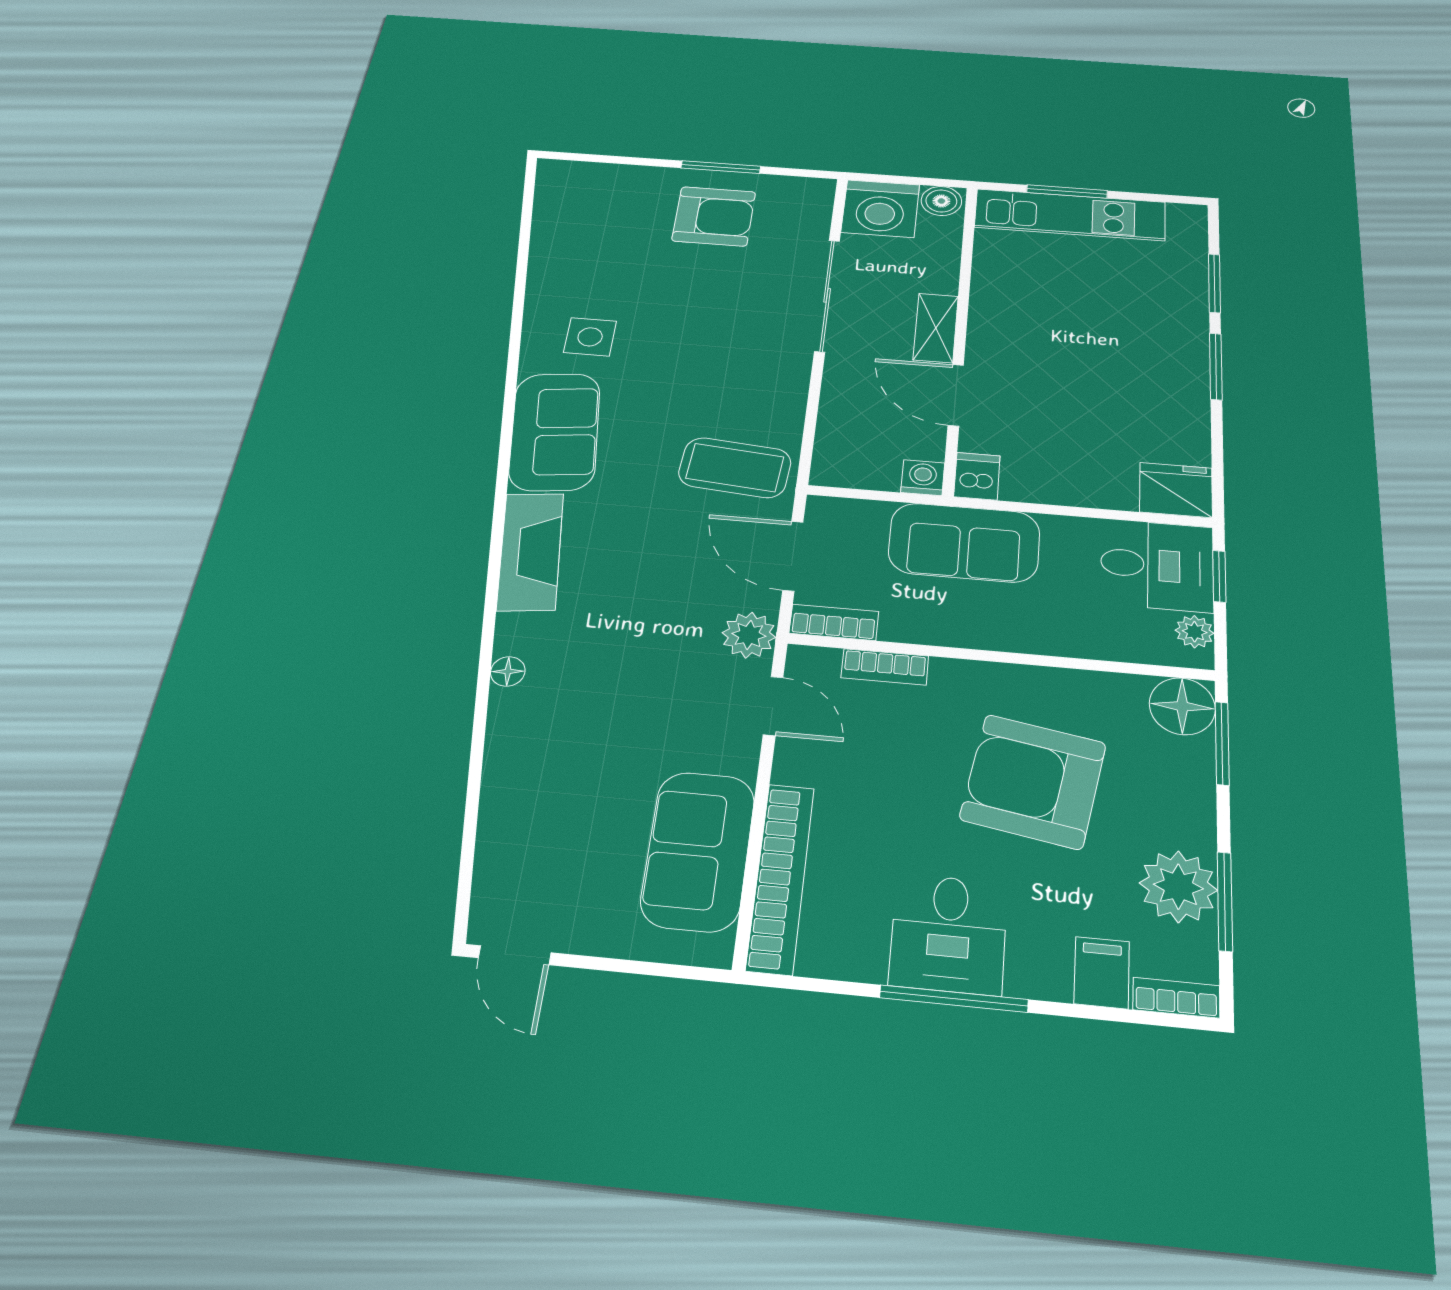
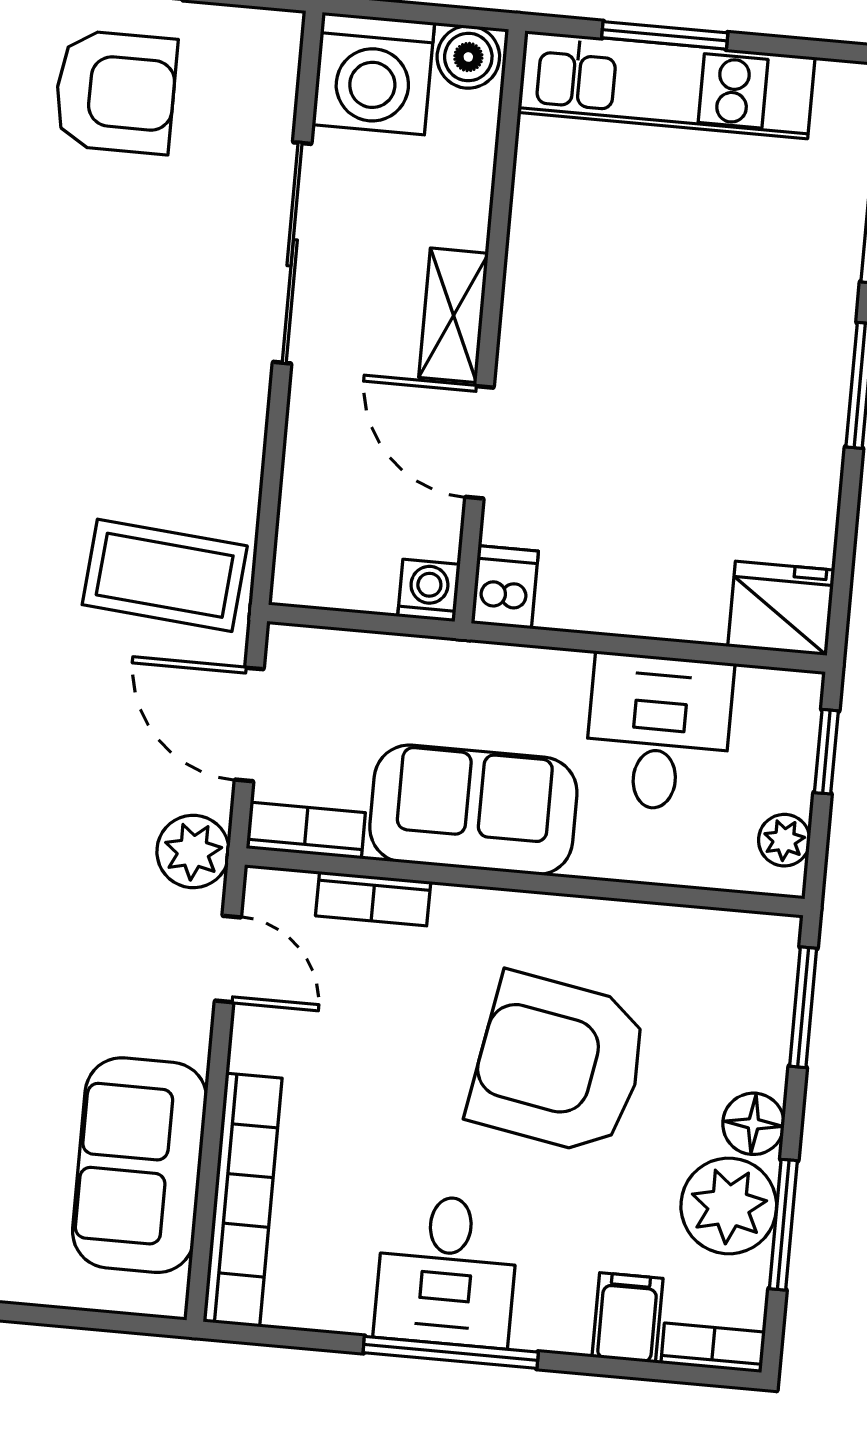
sofa: (964, 542) -> (473, 810), moved, turned 180
desk: (1157, 565) -> (658, 733), moved, turned -90
floor lamp: (1182, 706) -> (753, 1124), moved, width x0.73, depth x0.73

